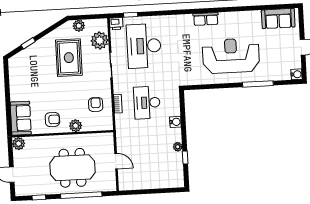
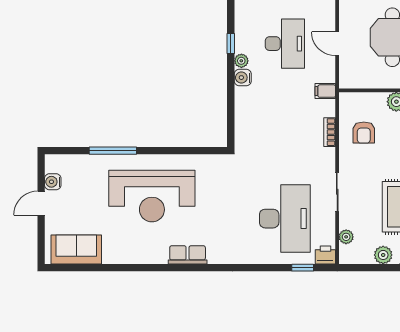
plant: (100, 41) -> (346, 237), width x0.53, depth x0.53
water cooler: (296, 74) -> (53, 182), moved
desk: (147, 103) -> (285, 44), moved
water cooler: (175, 122) -> (243, 78), moved
filing cabinet: (122, 130) -> (325, 91), added

